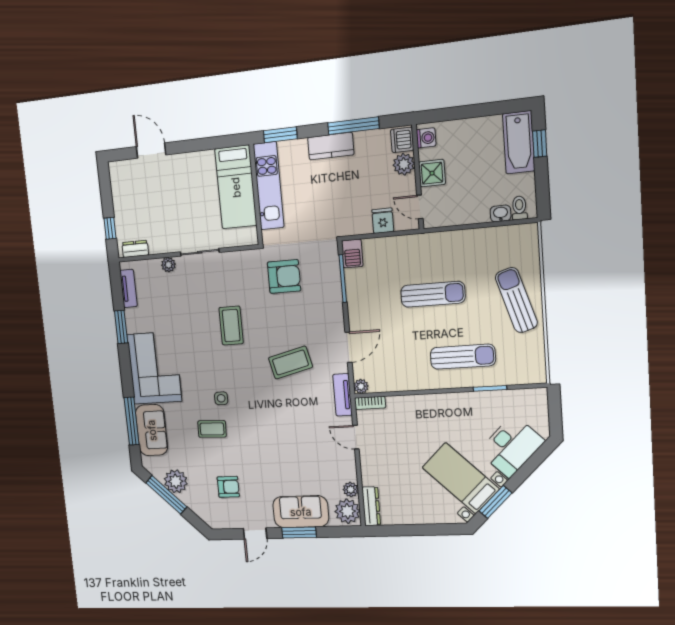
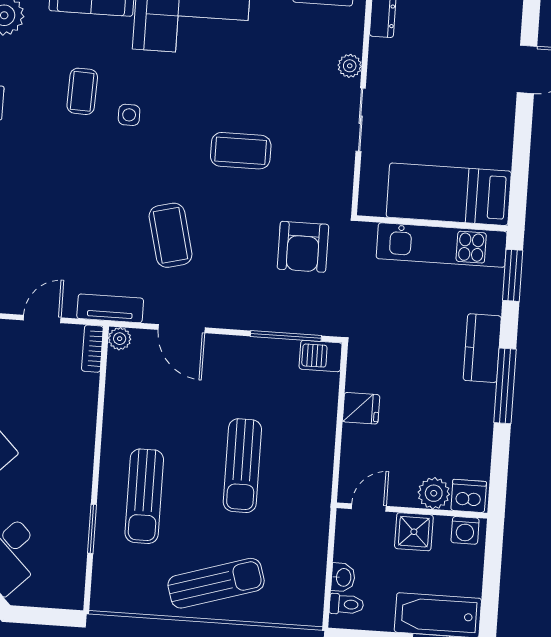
washing machine: (426, 138) -> (465, 530), moved
dishwasher: (402, 140) -> (469, 496), moved
plant: (404, 164) -> (434, 493), moved
shower: (432, 173) -> (414, 532), moved
wall: (418, 177) -> (412, 511), moved
door: (420, 207) -> (369, 508), moved

